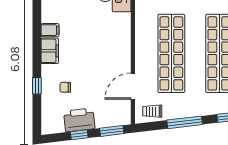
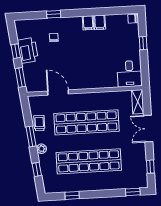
filing cabinet: (50, 51) -> (88, 23), width x0.50
plant: (200, 110) -> (41, 149), added
trolley: (152, 111) -> (39, 123), moved
window: (185, 122) -> (31, 136), width x0.69

